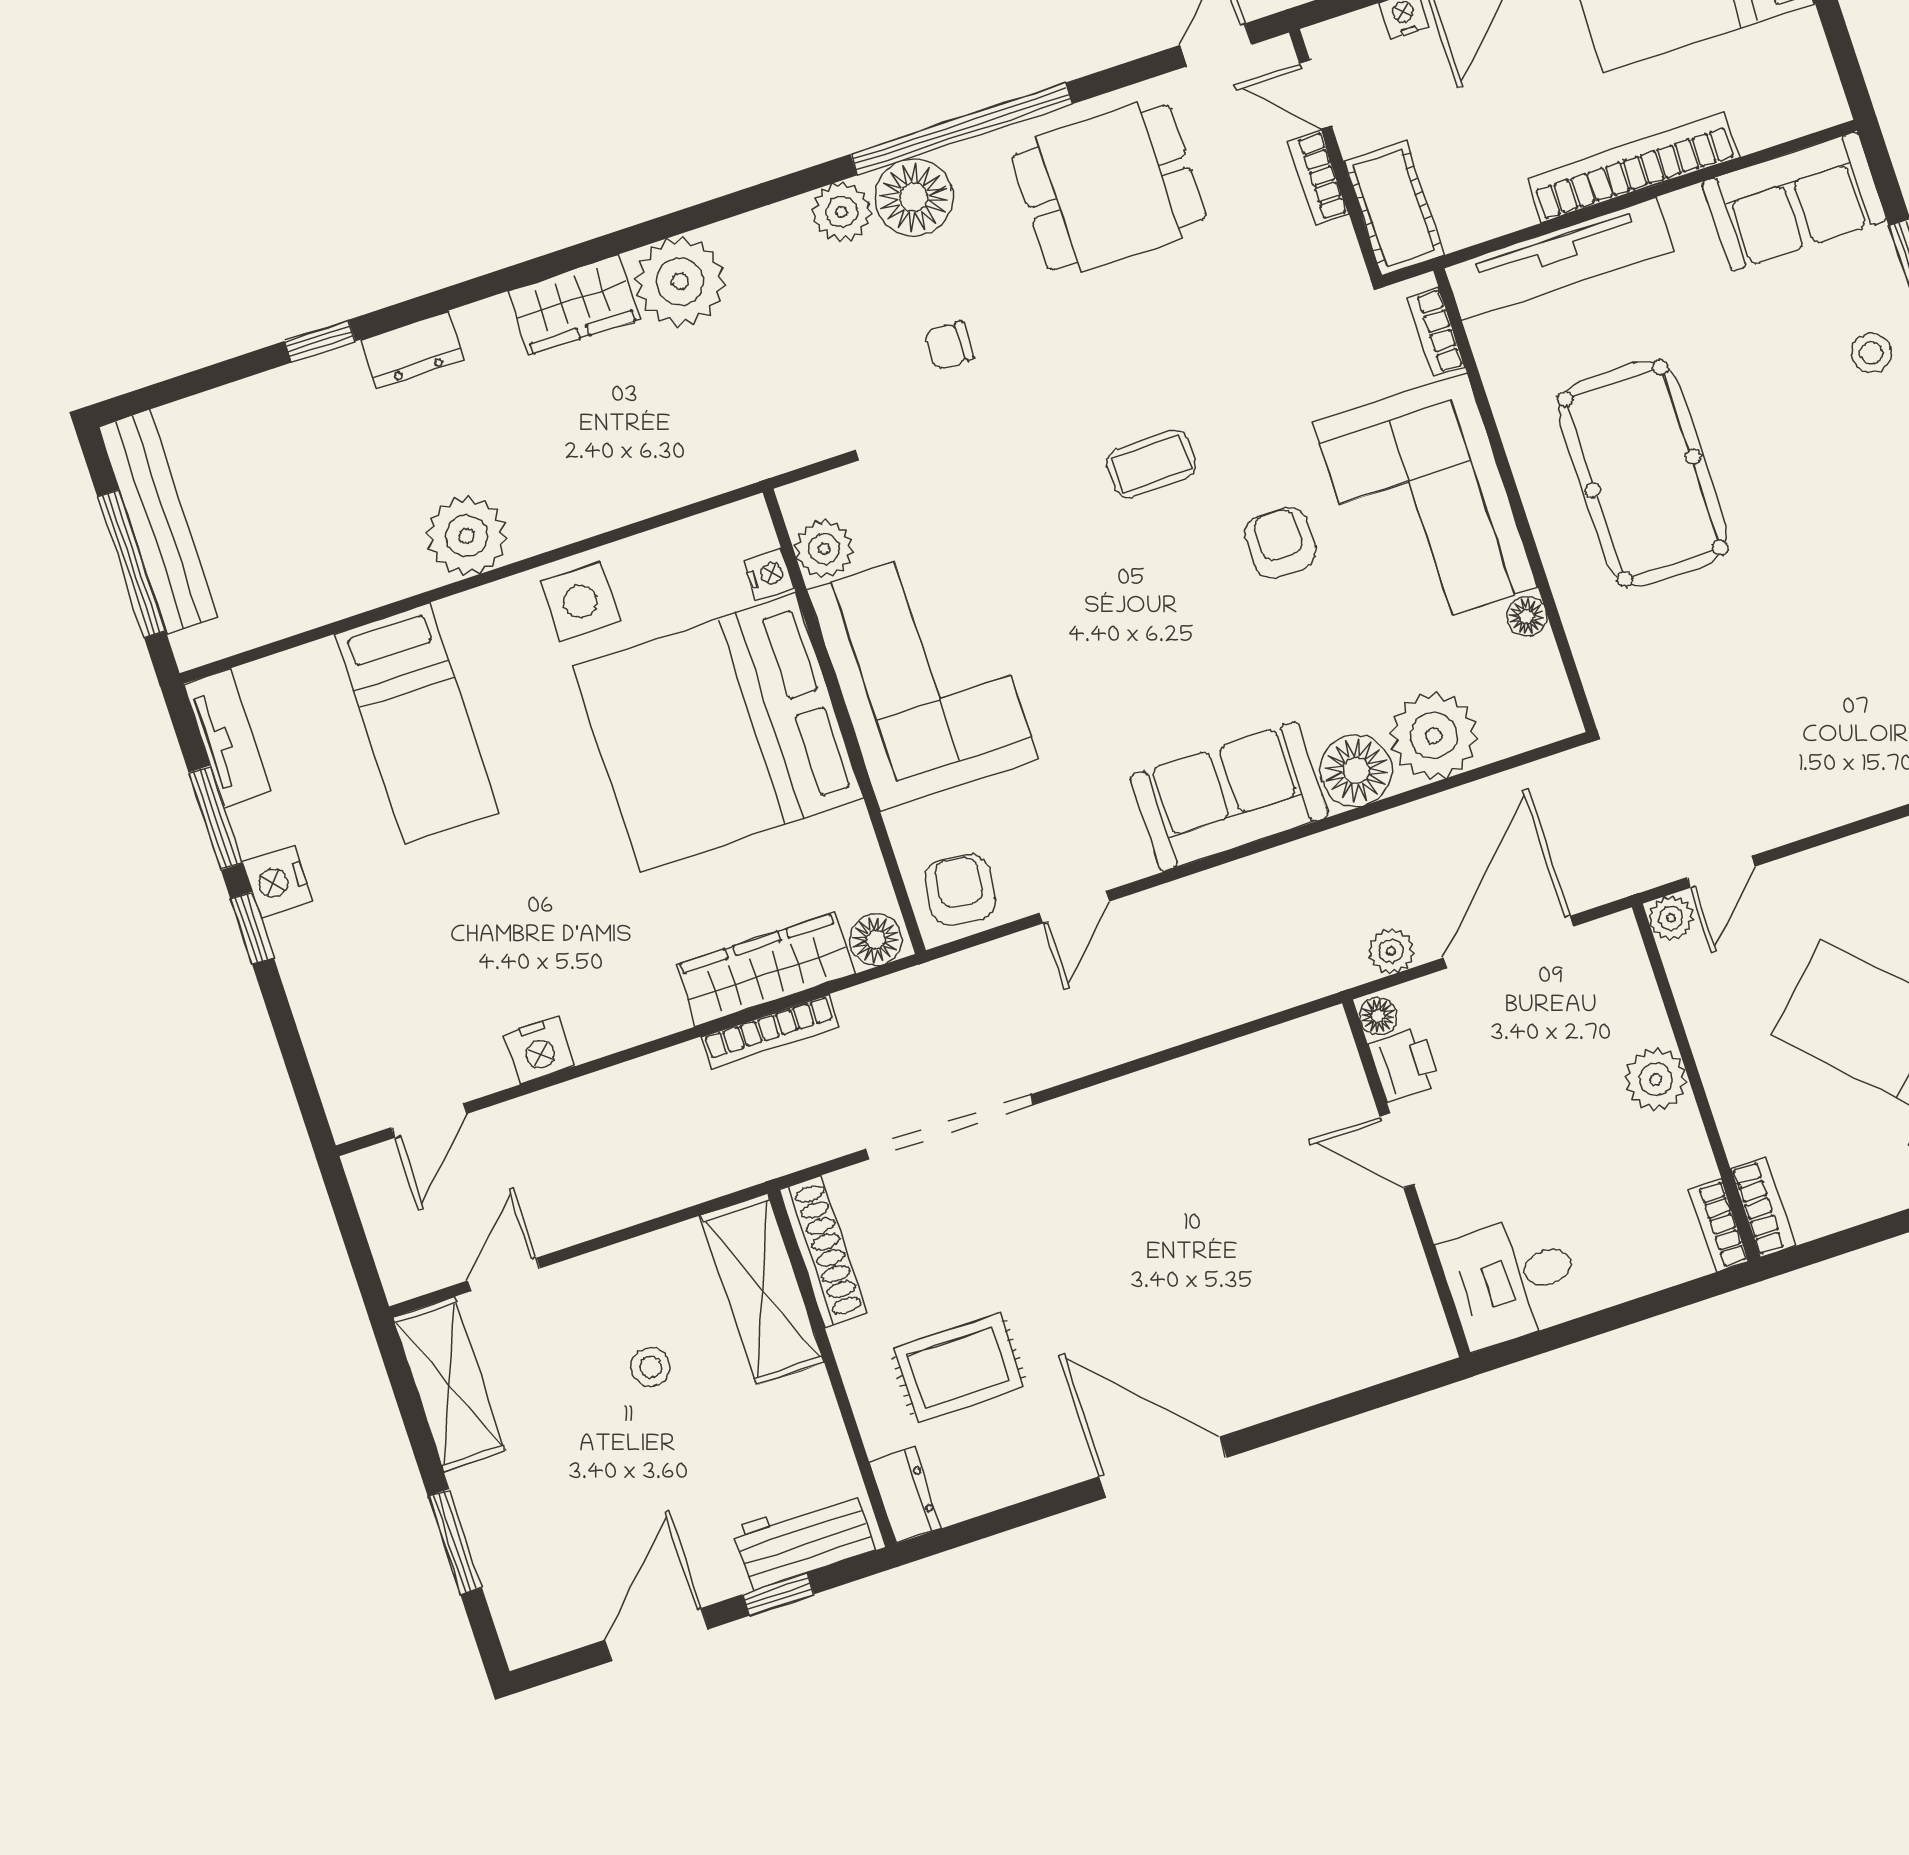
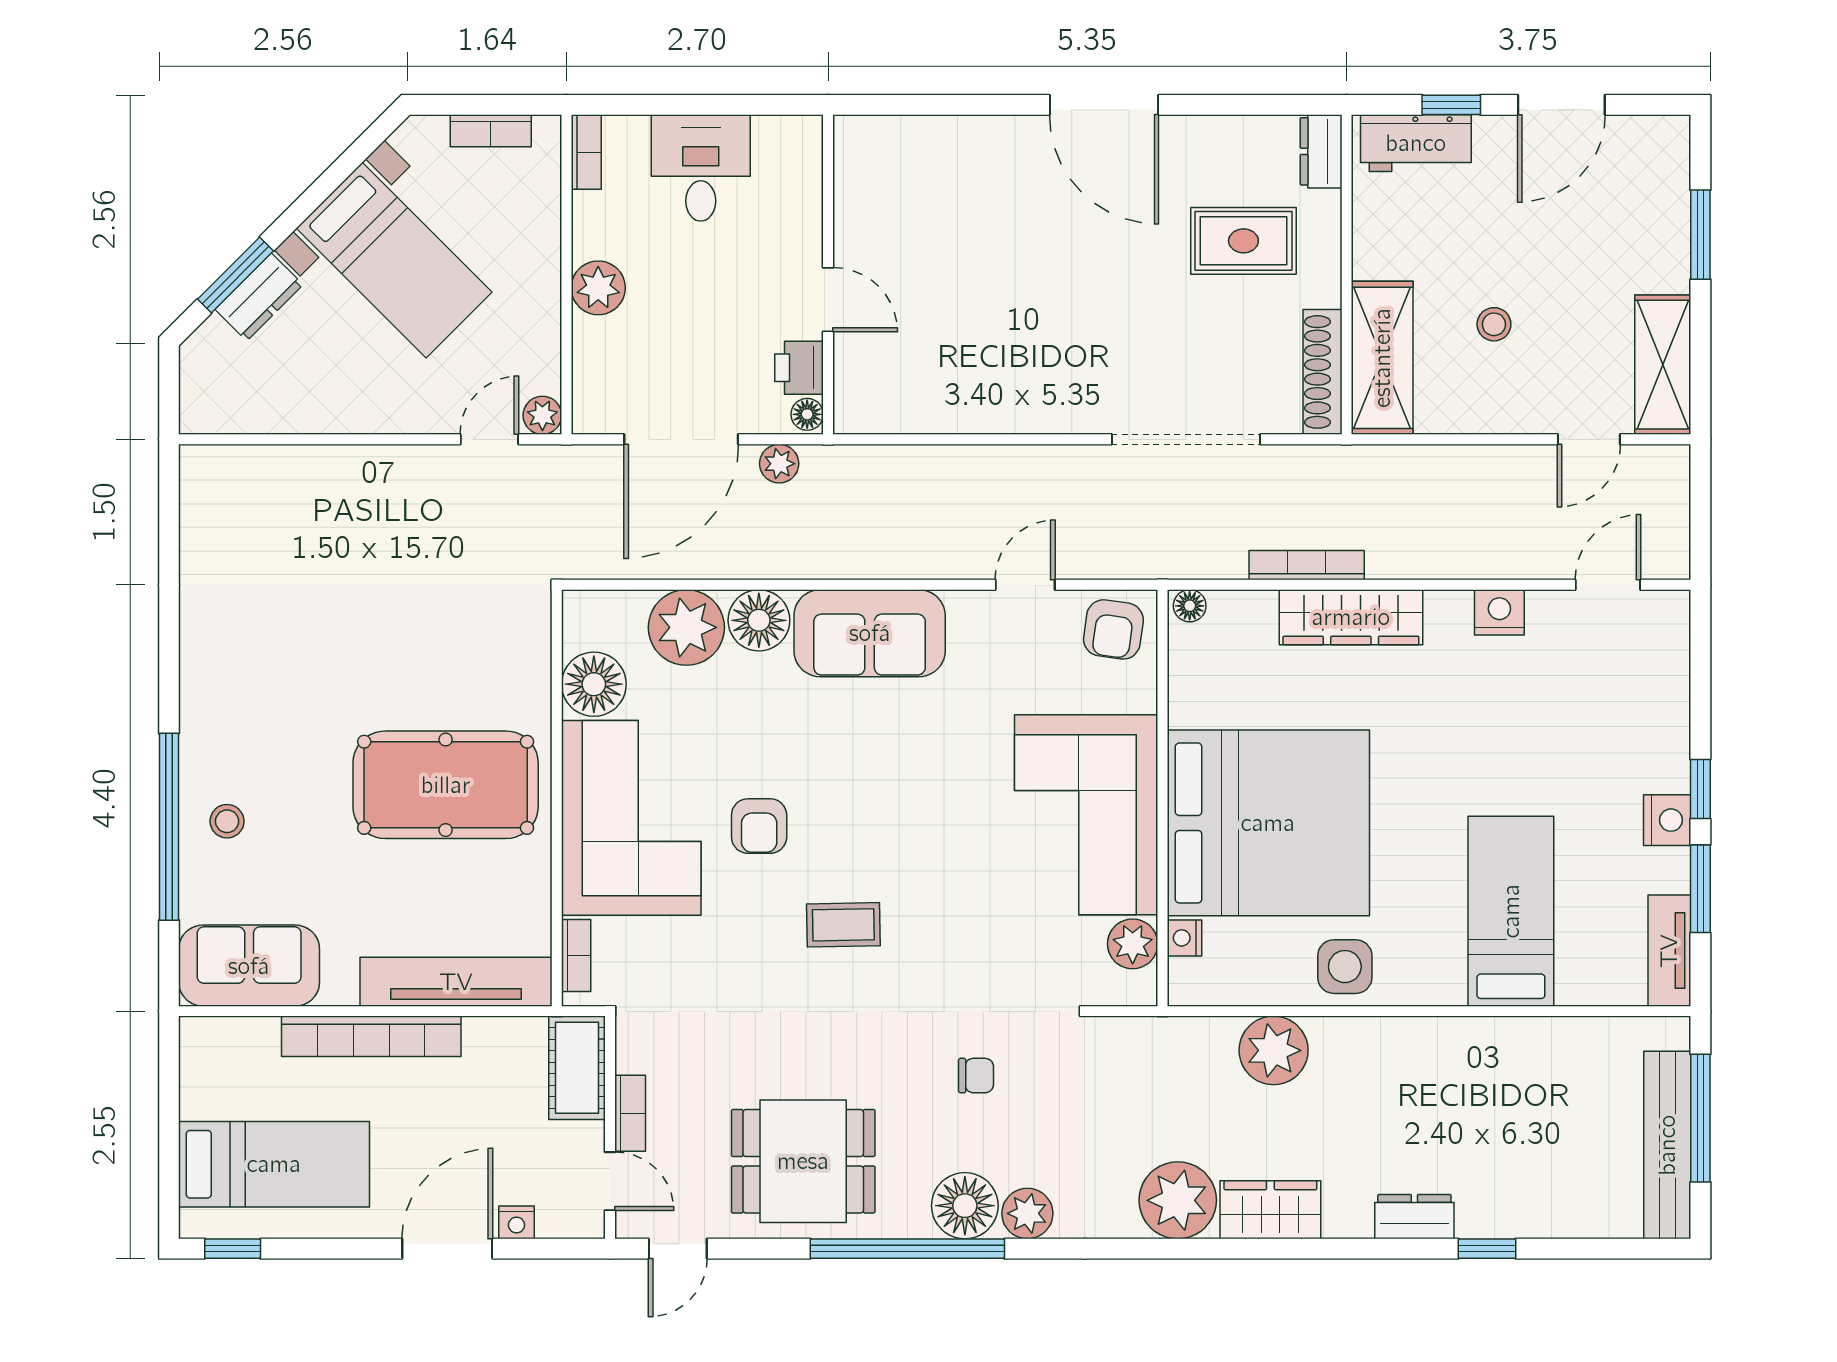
pool table: (1643, 473) -> (446, 785), turned 90
plant: (467, 536) -> (1274, 1050), moved
floor lamp: (1527, 617) -> (594, 684), width x1.89, depth x1.89
floor lamp: (876, 940) -> (1190, 606), width x0.73, depth x0.73
wardrobe: (765, 969) -> (1351, 617), moved
bookcase: (1763, 1207) -> (491, 131), moved, turned -90
desk: (1511, 1279) -> (701, 168), moved, turned -90

